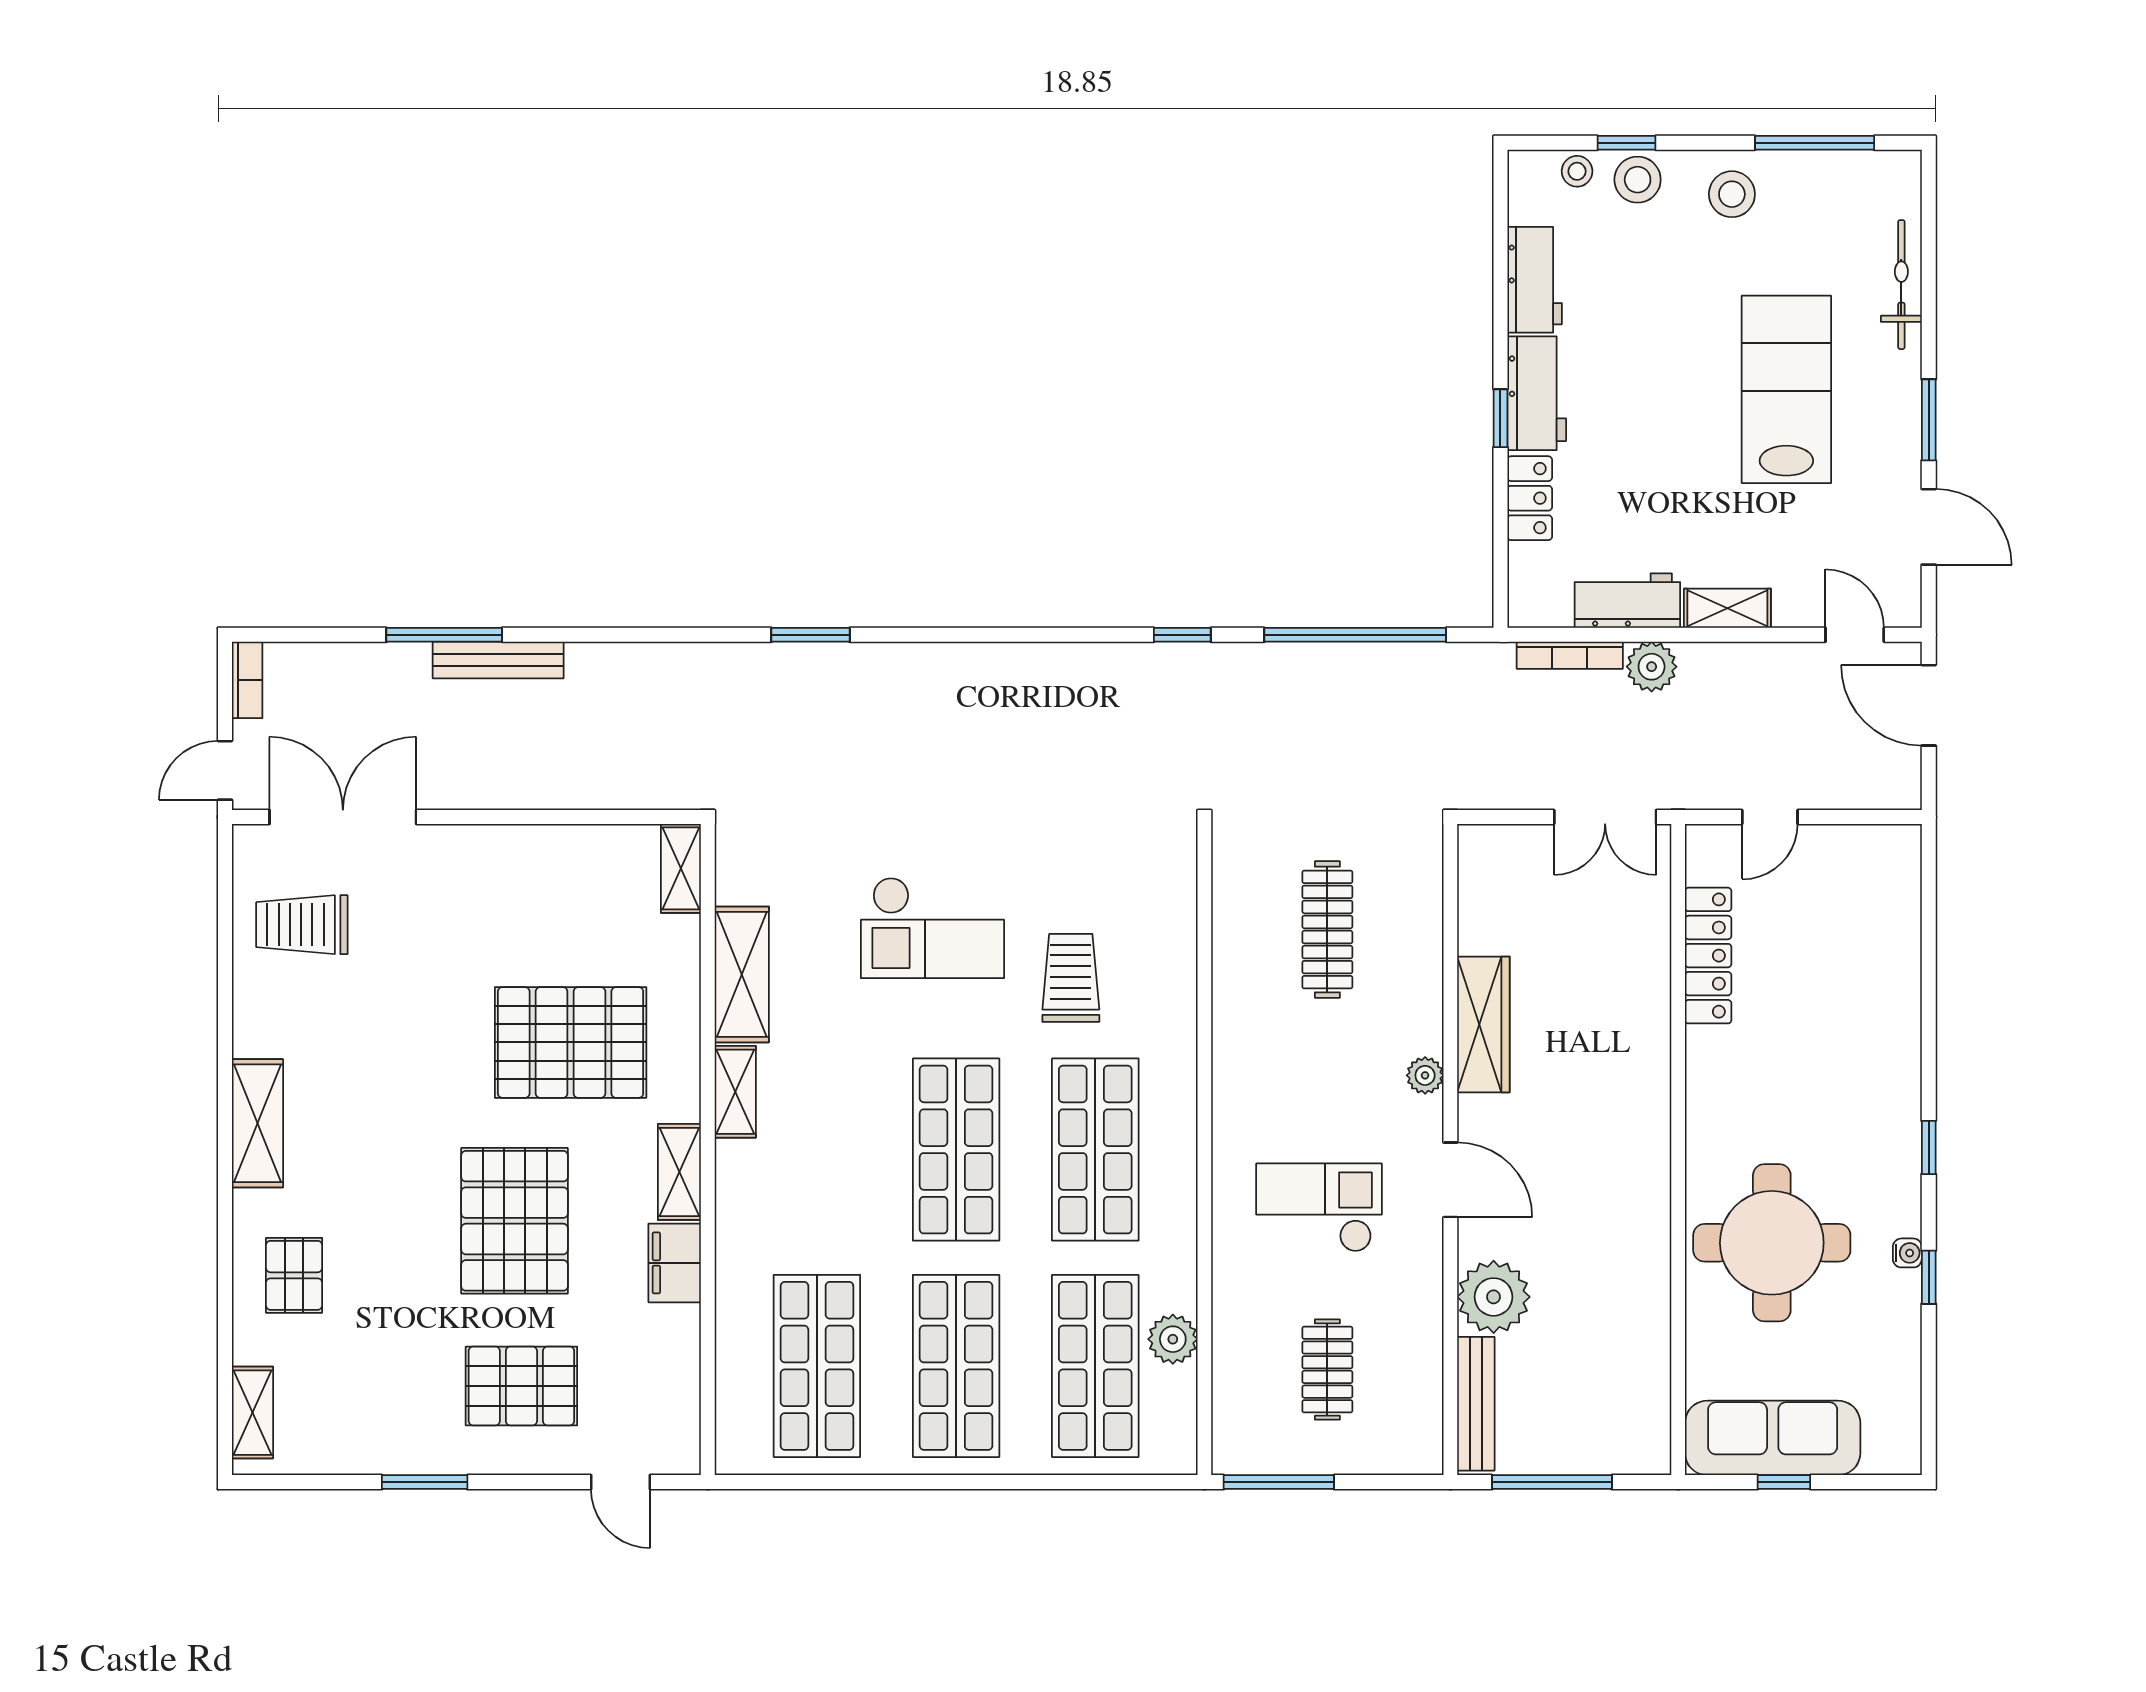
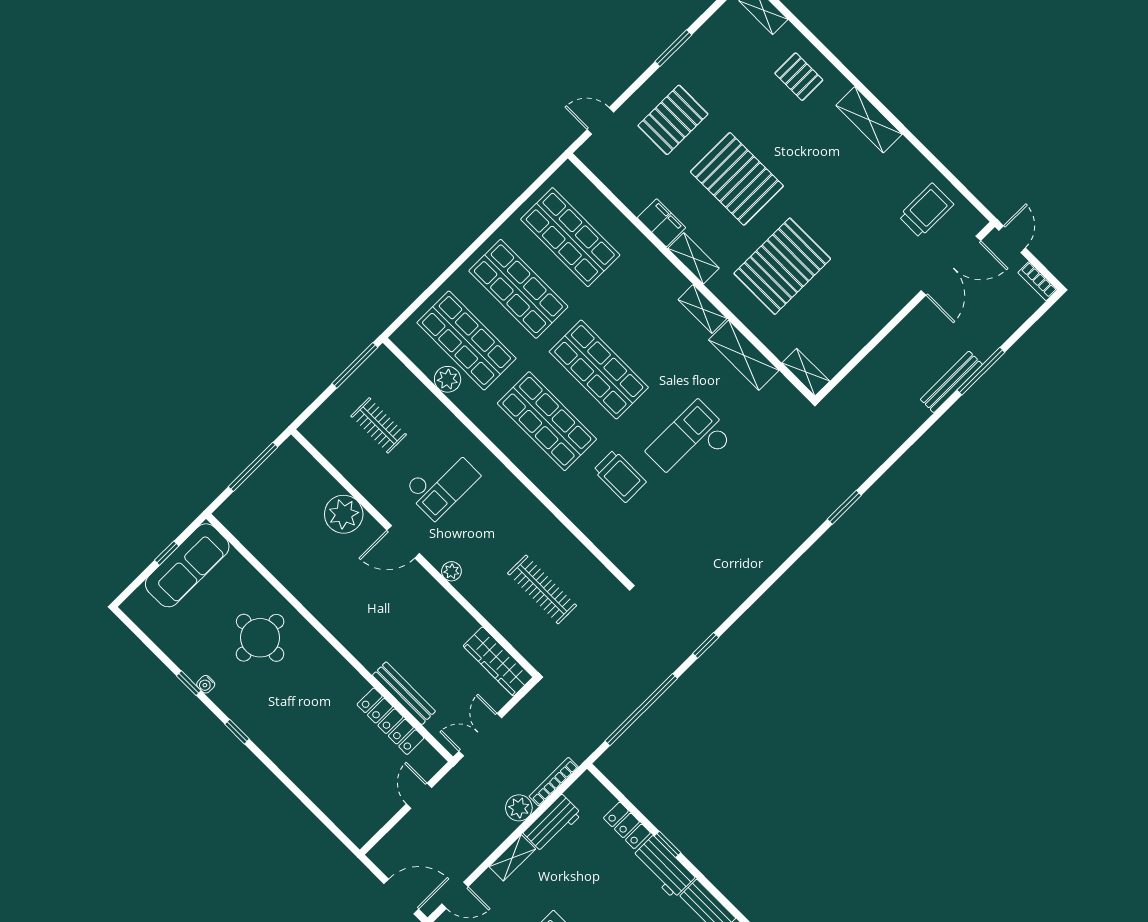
wardrobe: (1483, 1024) -> (498, 661), moved
round table: (1772, 1243) -> (260, 638), width x0.73, depth x0.73
bench: (1476, 1404) -> (404, 693), moved

